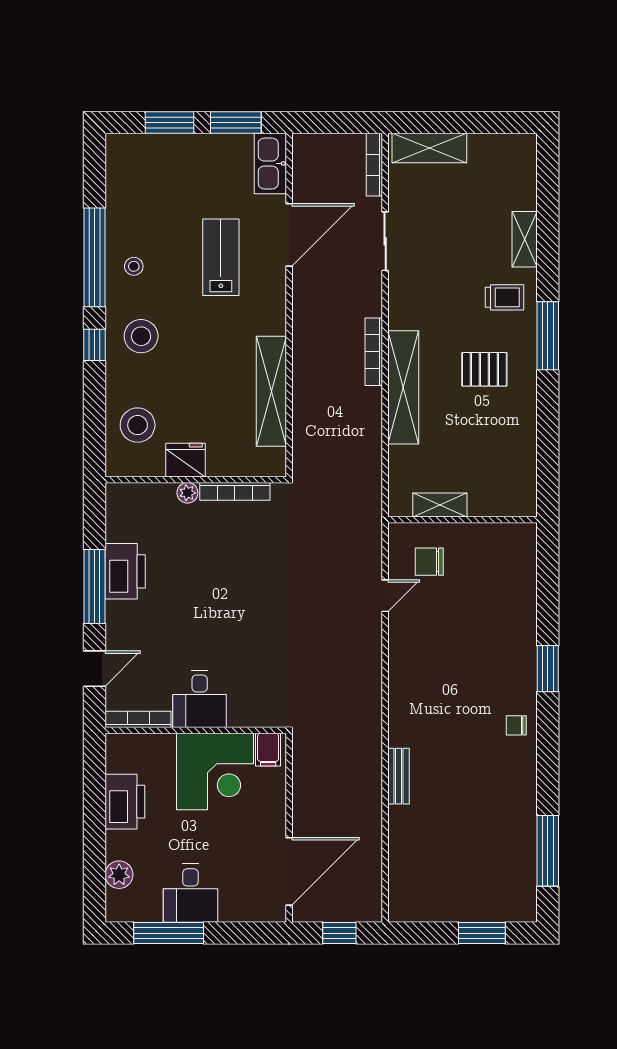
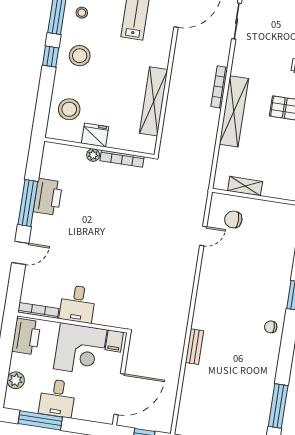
desk: (200, 699) -> (78, 304), moved
bookcase: (138, 719) -> (38, 310), moved
wall: (196, 730) -> (72, 323), moved
filing cabinet: (268, 750) -> (114, 341), moved
corner desk: (215, 771) -> (80, 349), moved

